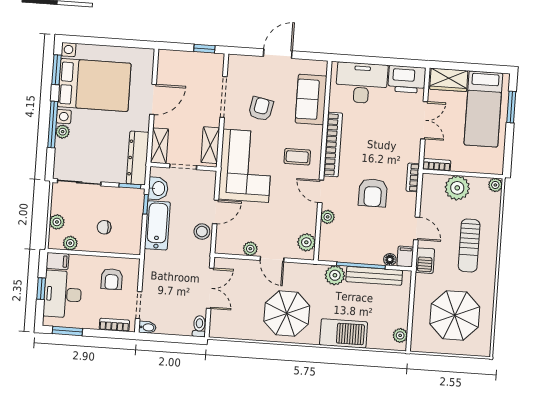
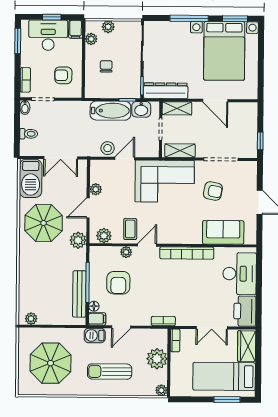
plant: (63, 132) -> (184, 27), removed
coffee table: (297, 157) -> (130, 229), moved
armchair: (373, 193) -> (118, 283), moved, turned -90
door: (215, 212) -> (125, 158), swing flipped
plant: (335, 275) -> (78, 240), moved
toilet: (199, 326) -> (29, 134), moved
barbecue: (344, 333) -> (31, 178), moved

